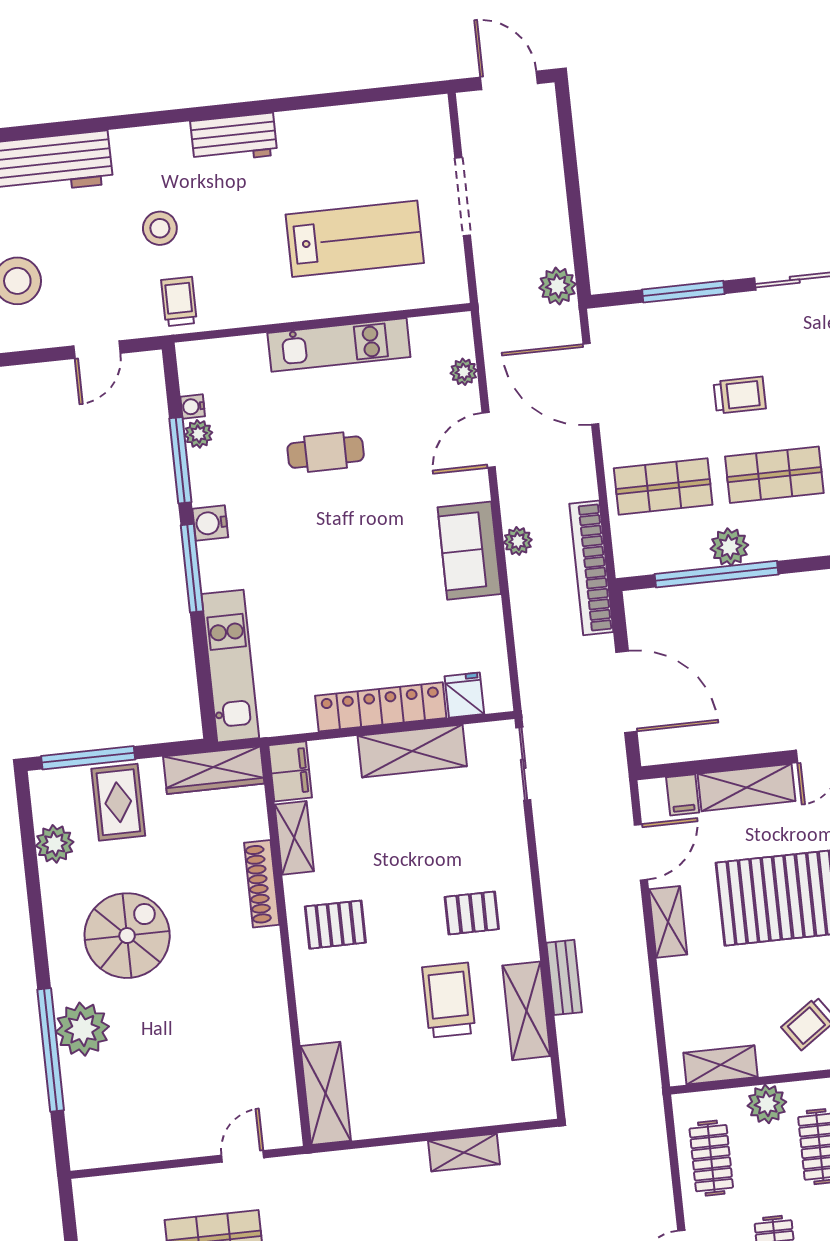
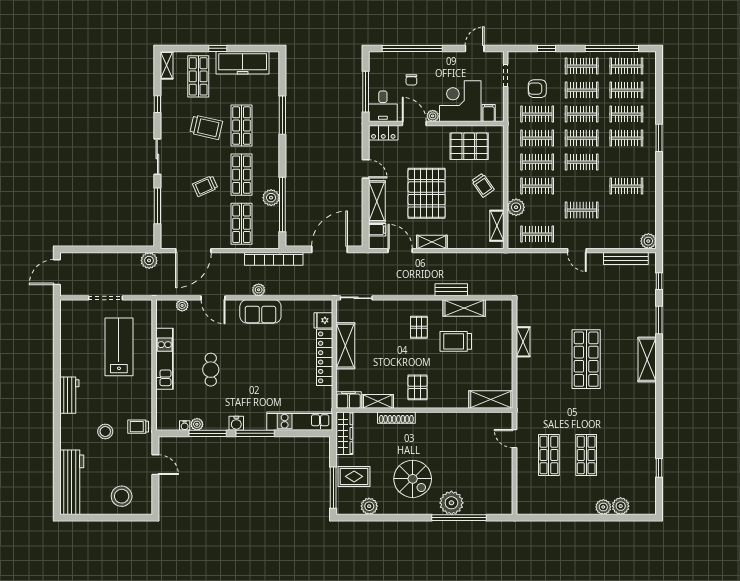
trolley: (740, 395) -> (205, 186), turned -114
spiral stairs: (127, 936) -> (413, 479), turned 180

